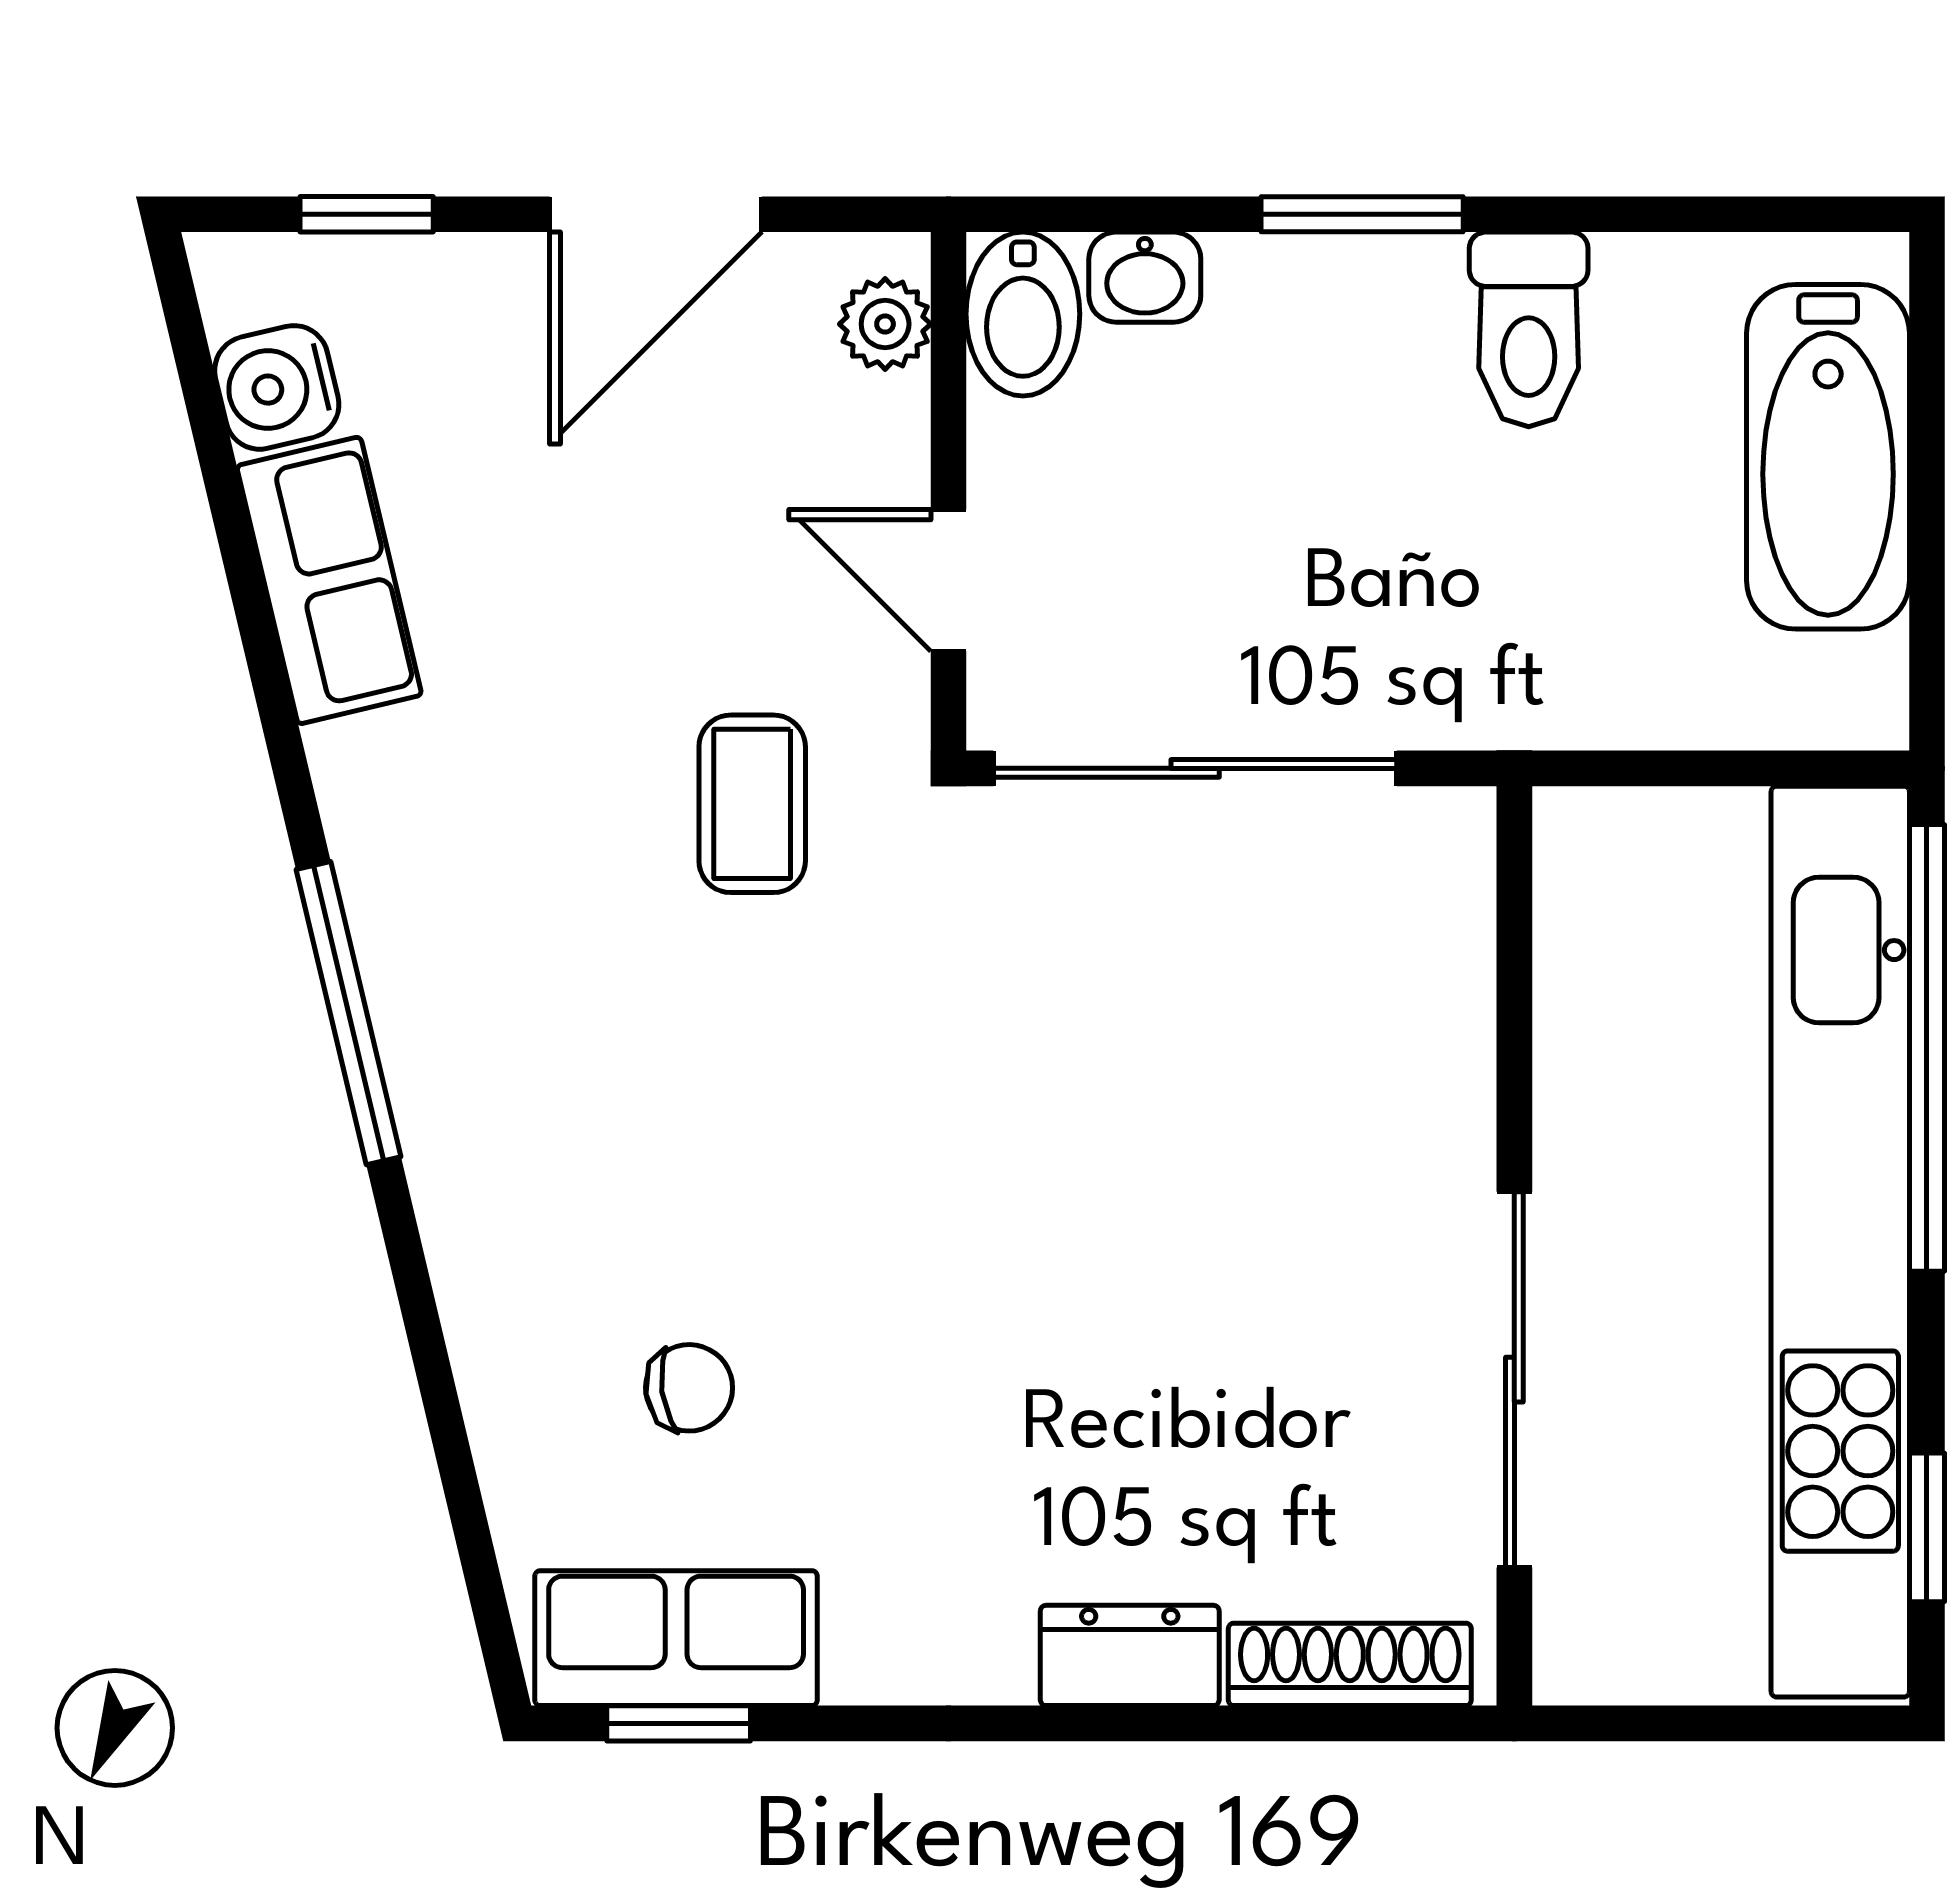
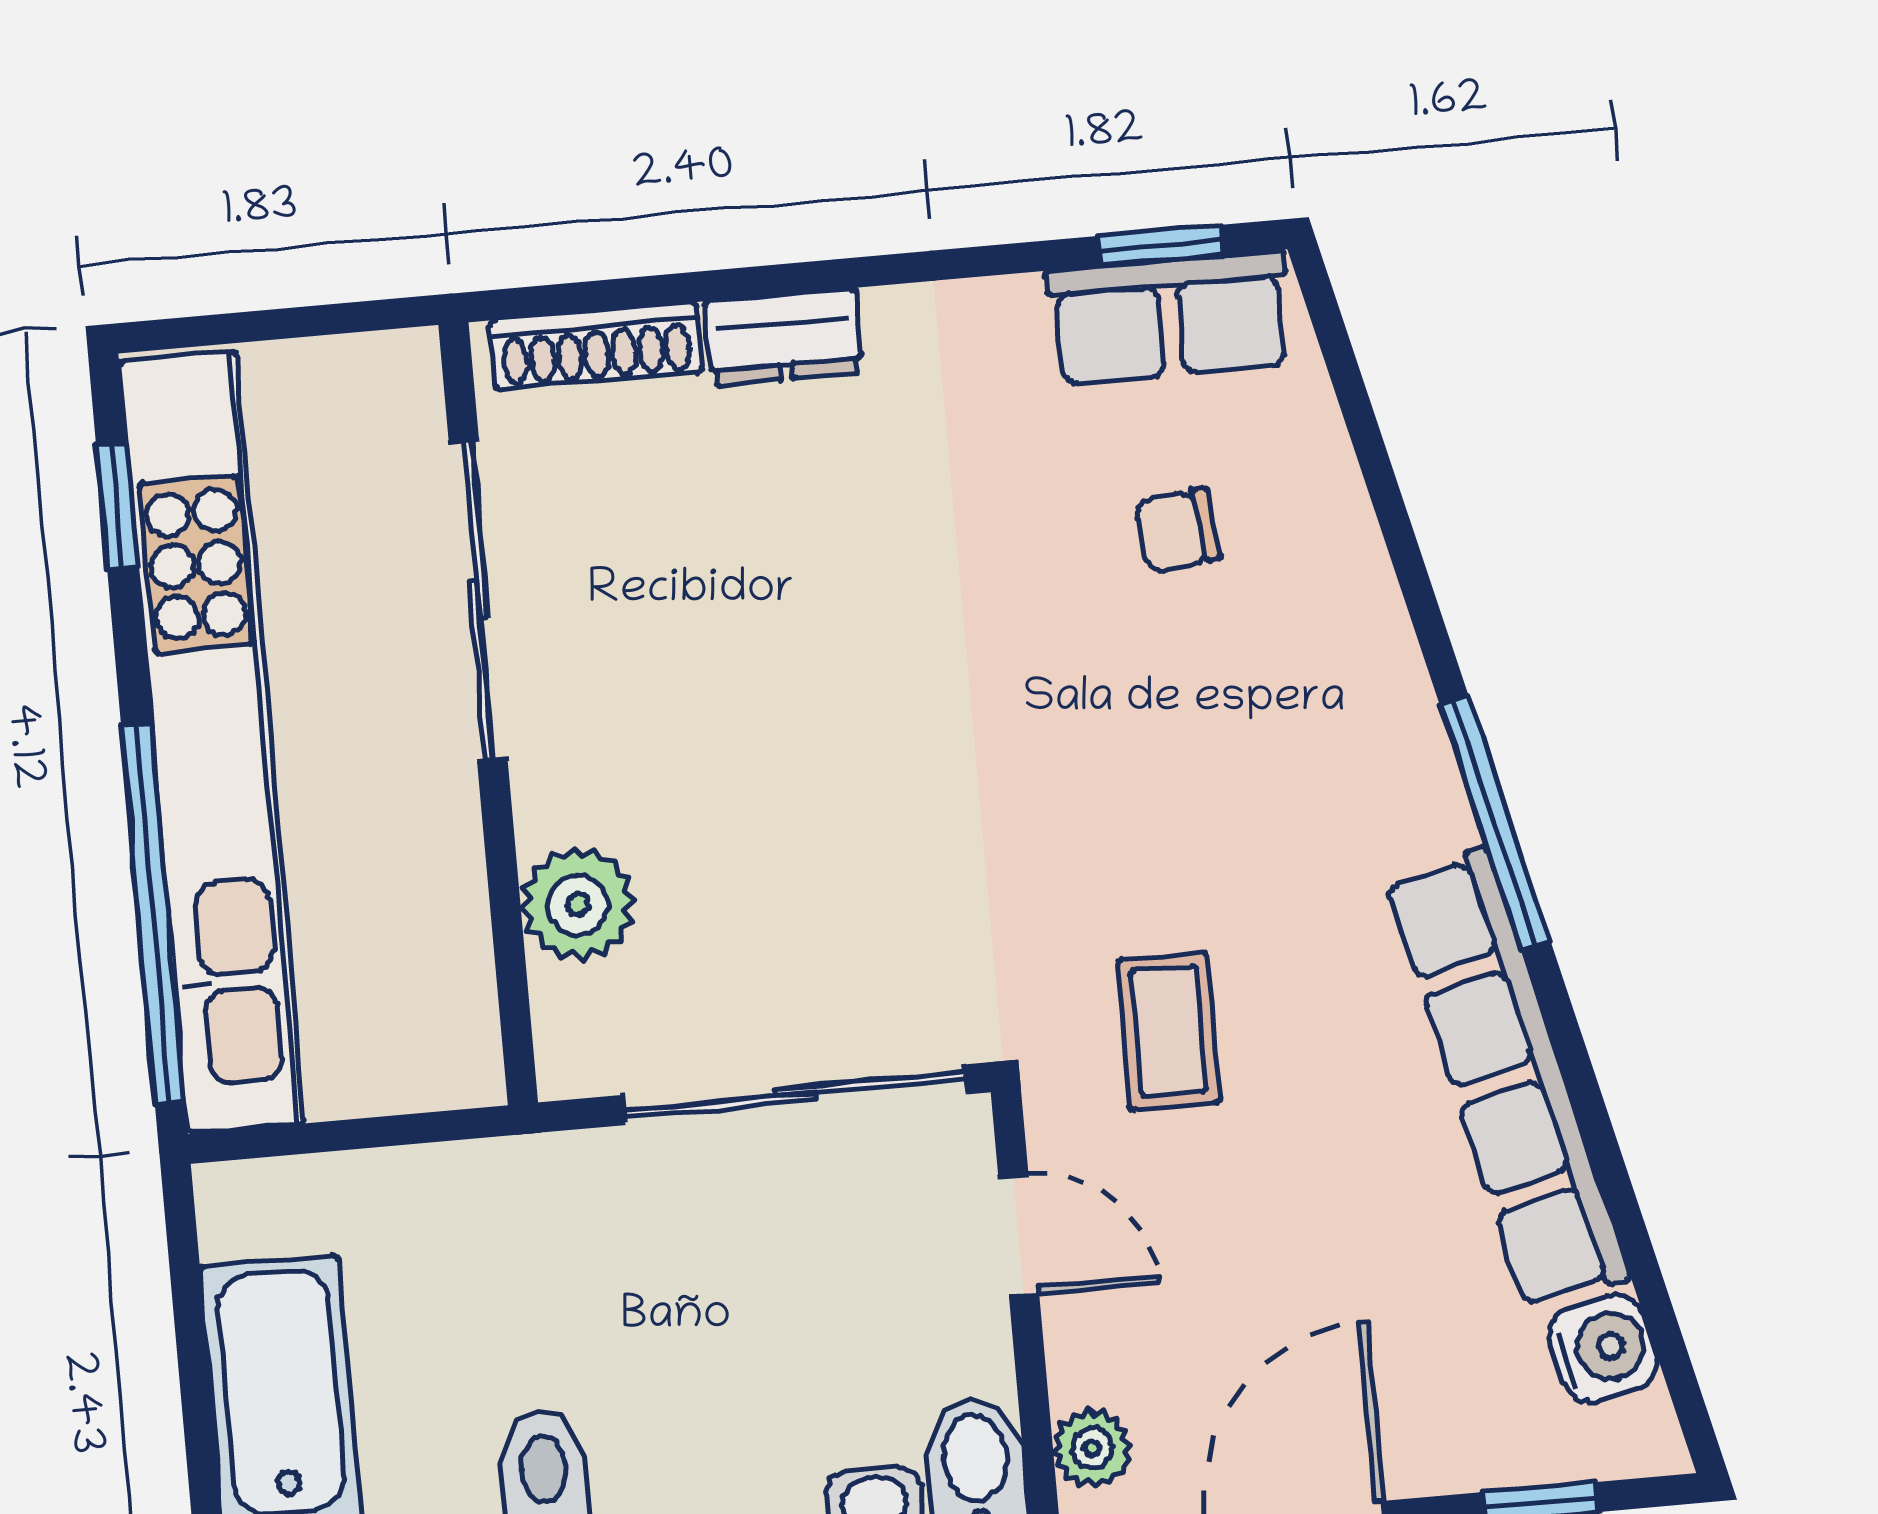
row of seats: (329, 580) -> (1508, 1079), width x2.02
plant: (1429, 1013) -> (578, 905), added

